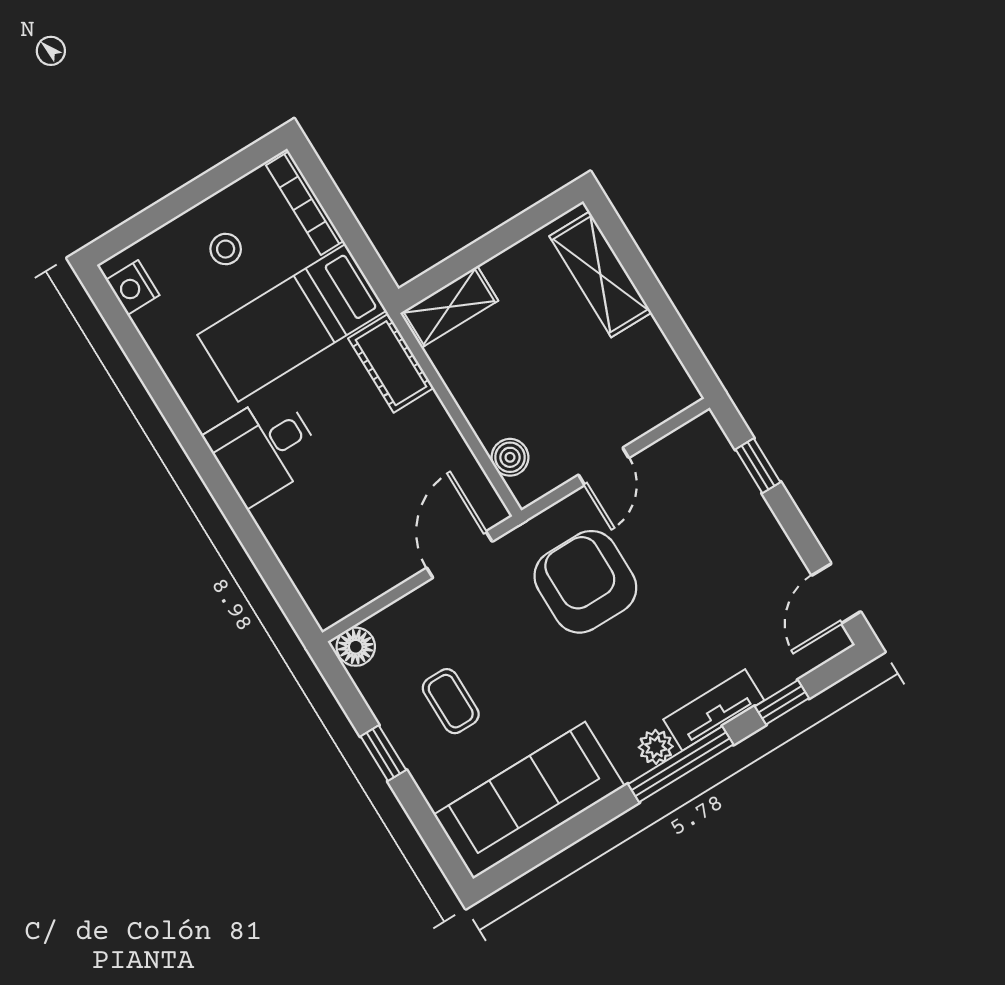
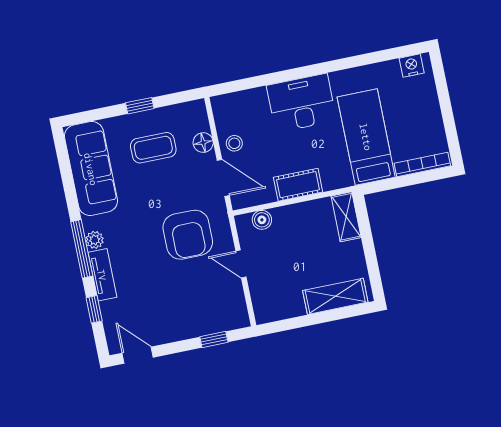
stool: (226, 249) -> (234, 143), moved
cot: (391, 363) -> (298, 185), moved
desk: (264, 448) -> (302, 103), width x1.37
armchair: (585, 582) -> (188, 235), turned 90
floor lamp: (356, 647) -> (203, 143), moved
coffee table: (451, 701) -> (153, 148), width x1.36, depth x1.30

